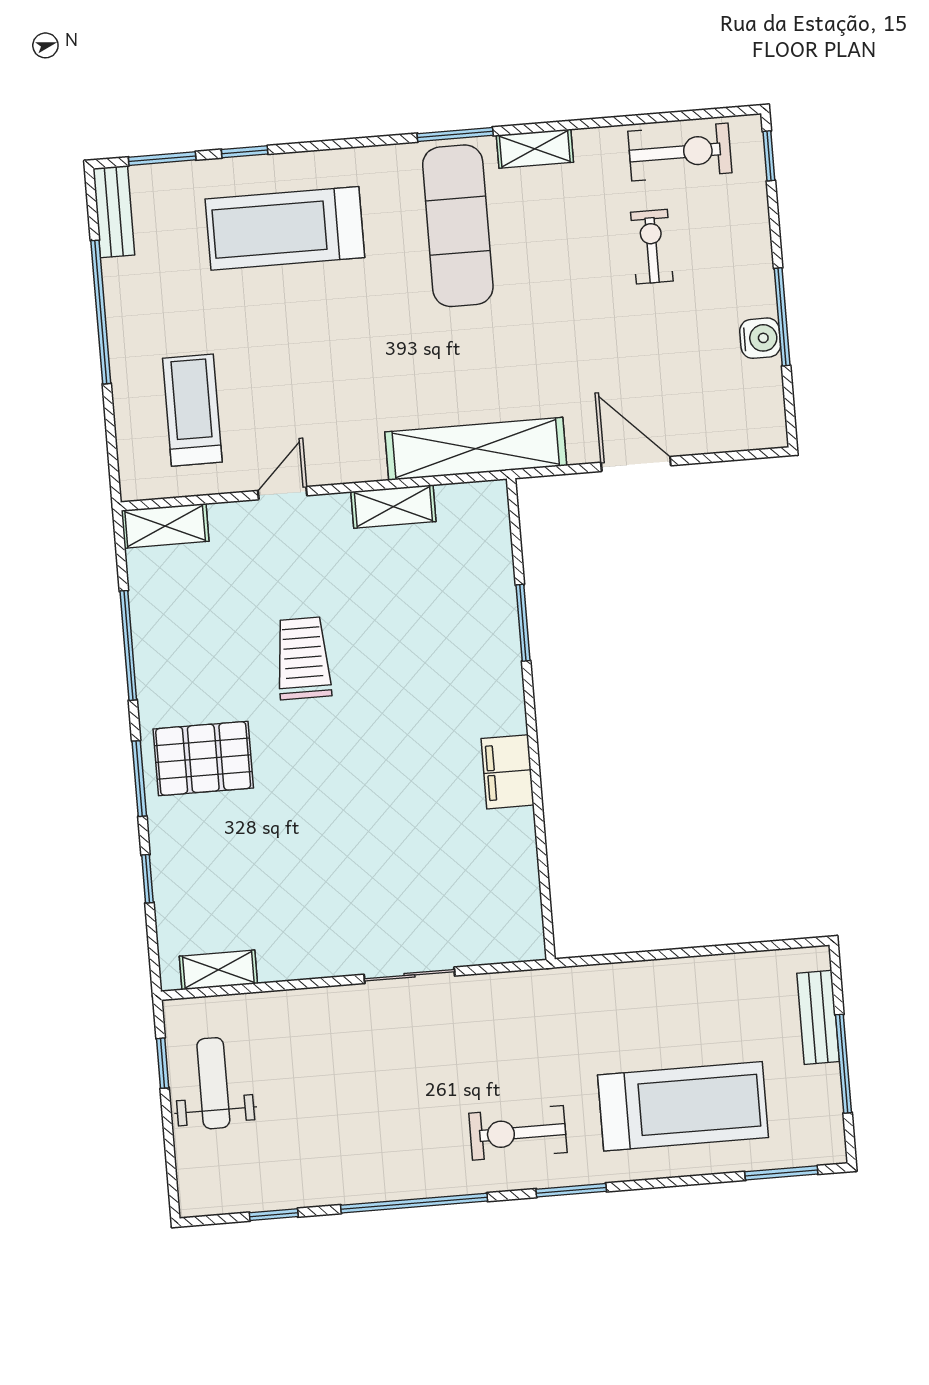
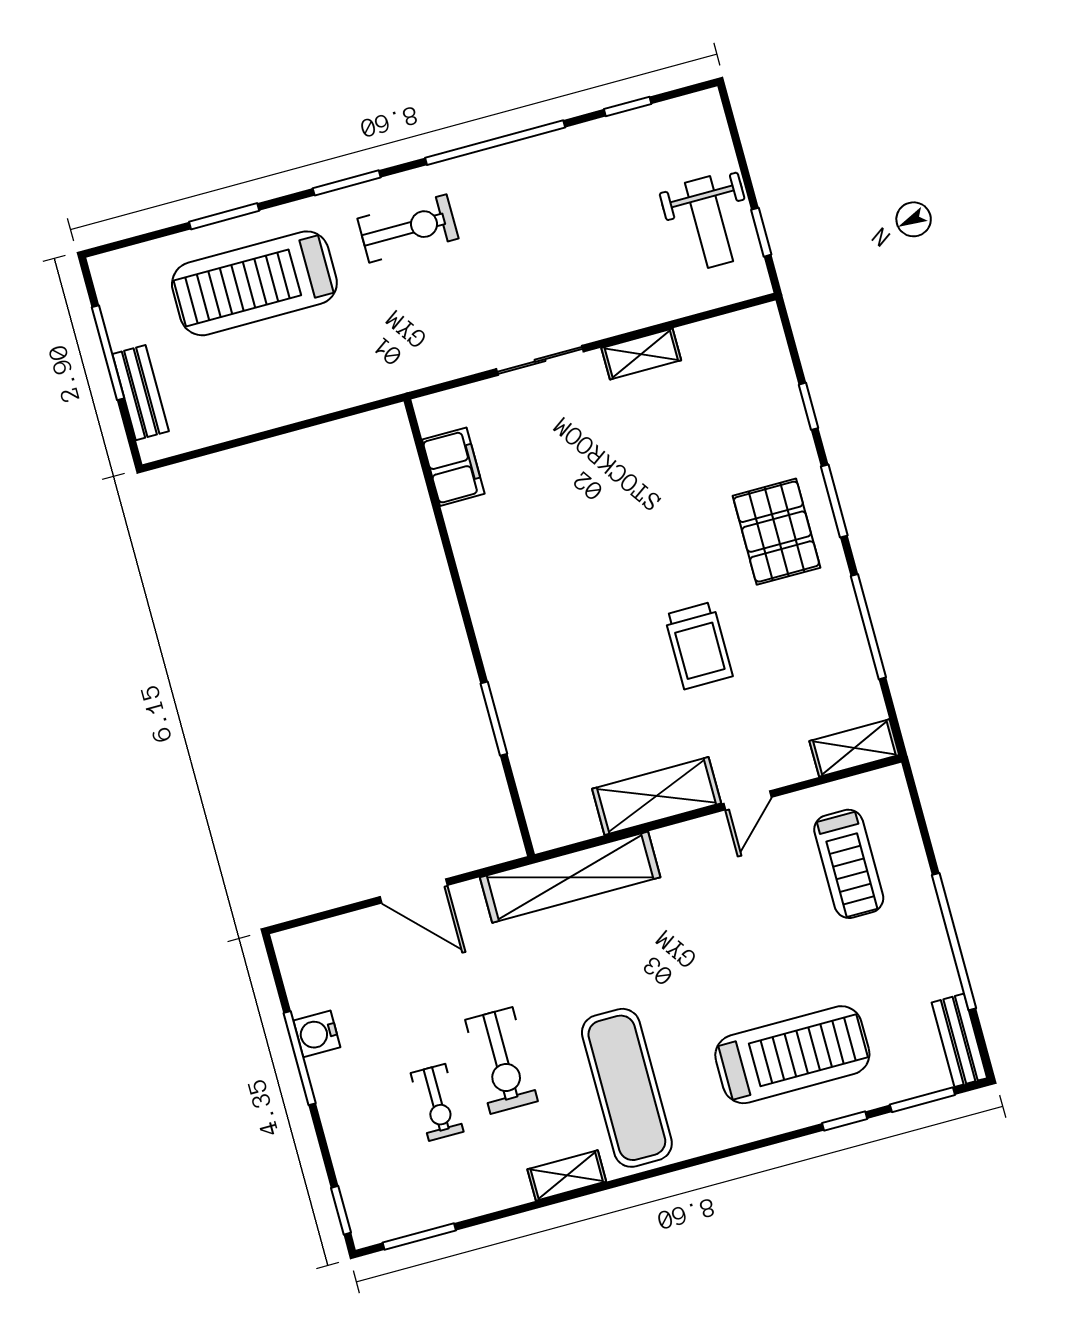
window: (455, 134) -> (419, 1237), moved
exercise bike: (680, 152) -> (502, 1060), moved, turned -90
shelving: (393, 507) -> (657, 796), width x1.50, depth x1.33
pallet: (203, 758) -> (776, 532), turned 90
filing cabinet: (507, 772) -> (453, 467), moved
shelving: (218, 970) -> (641, 354), moved
window: (781, 1173) -> (224, 216), moved

